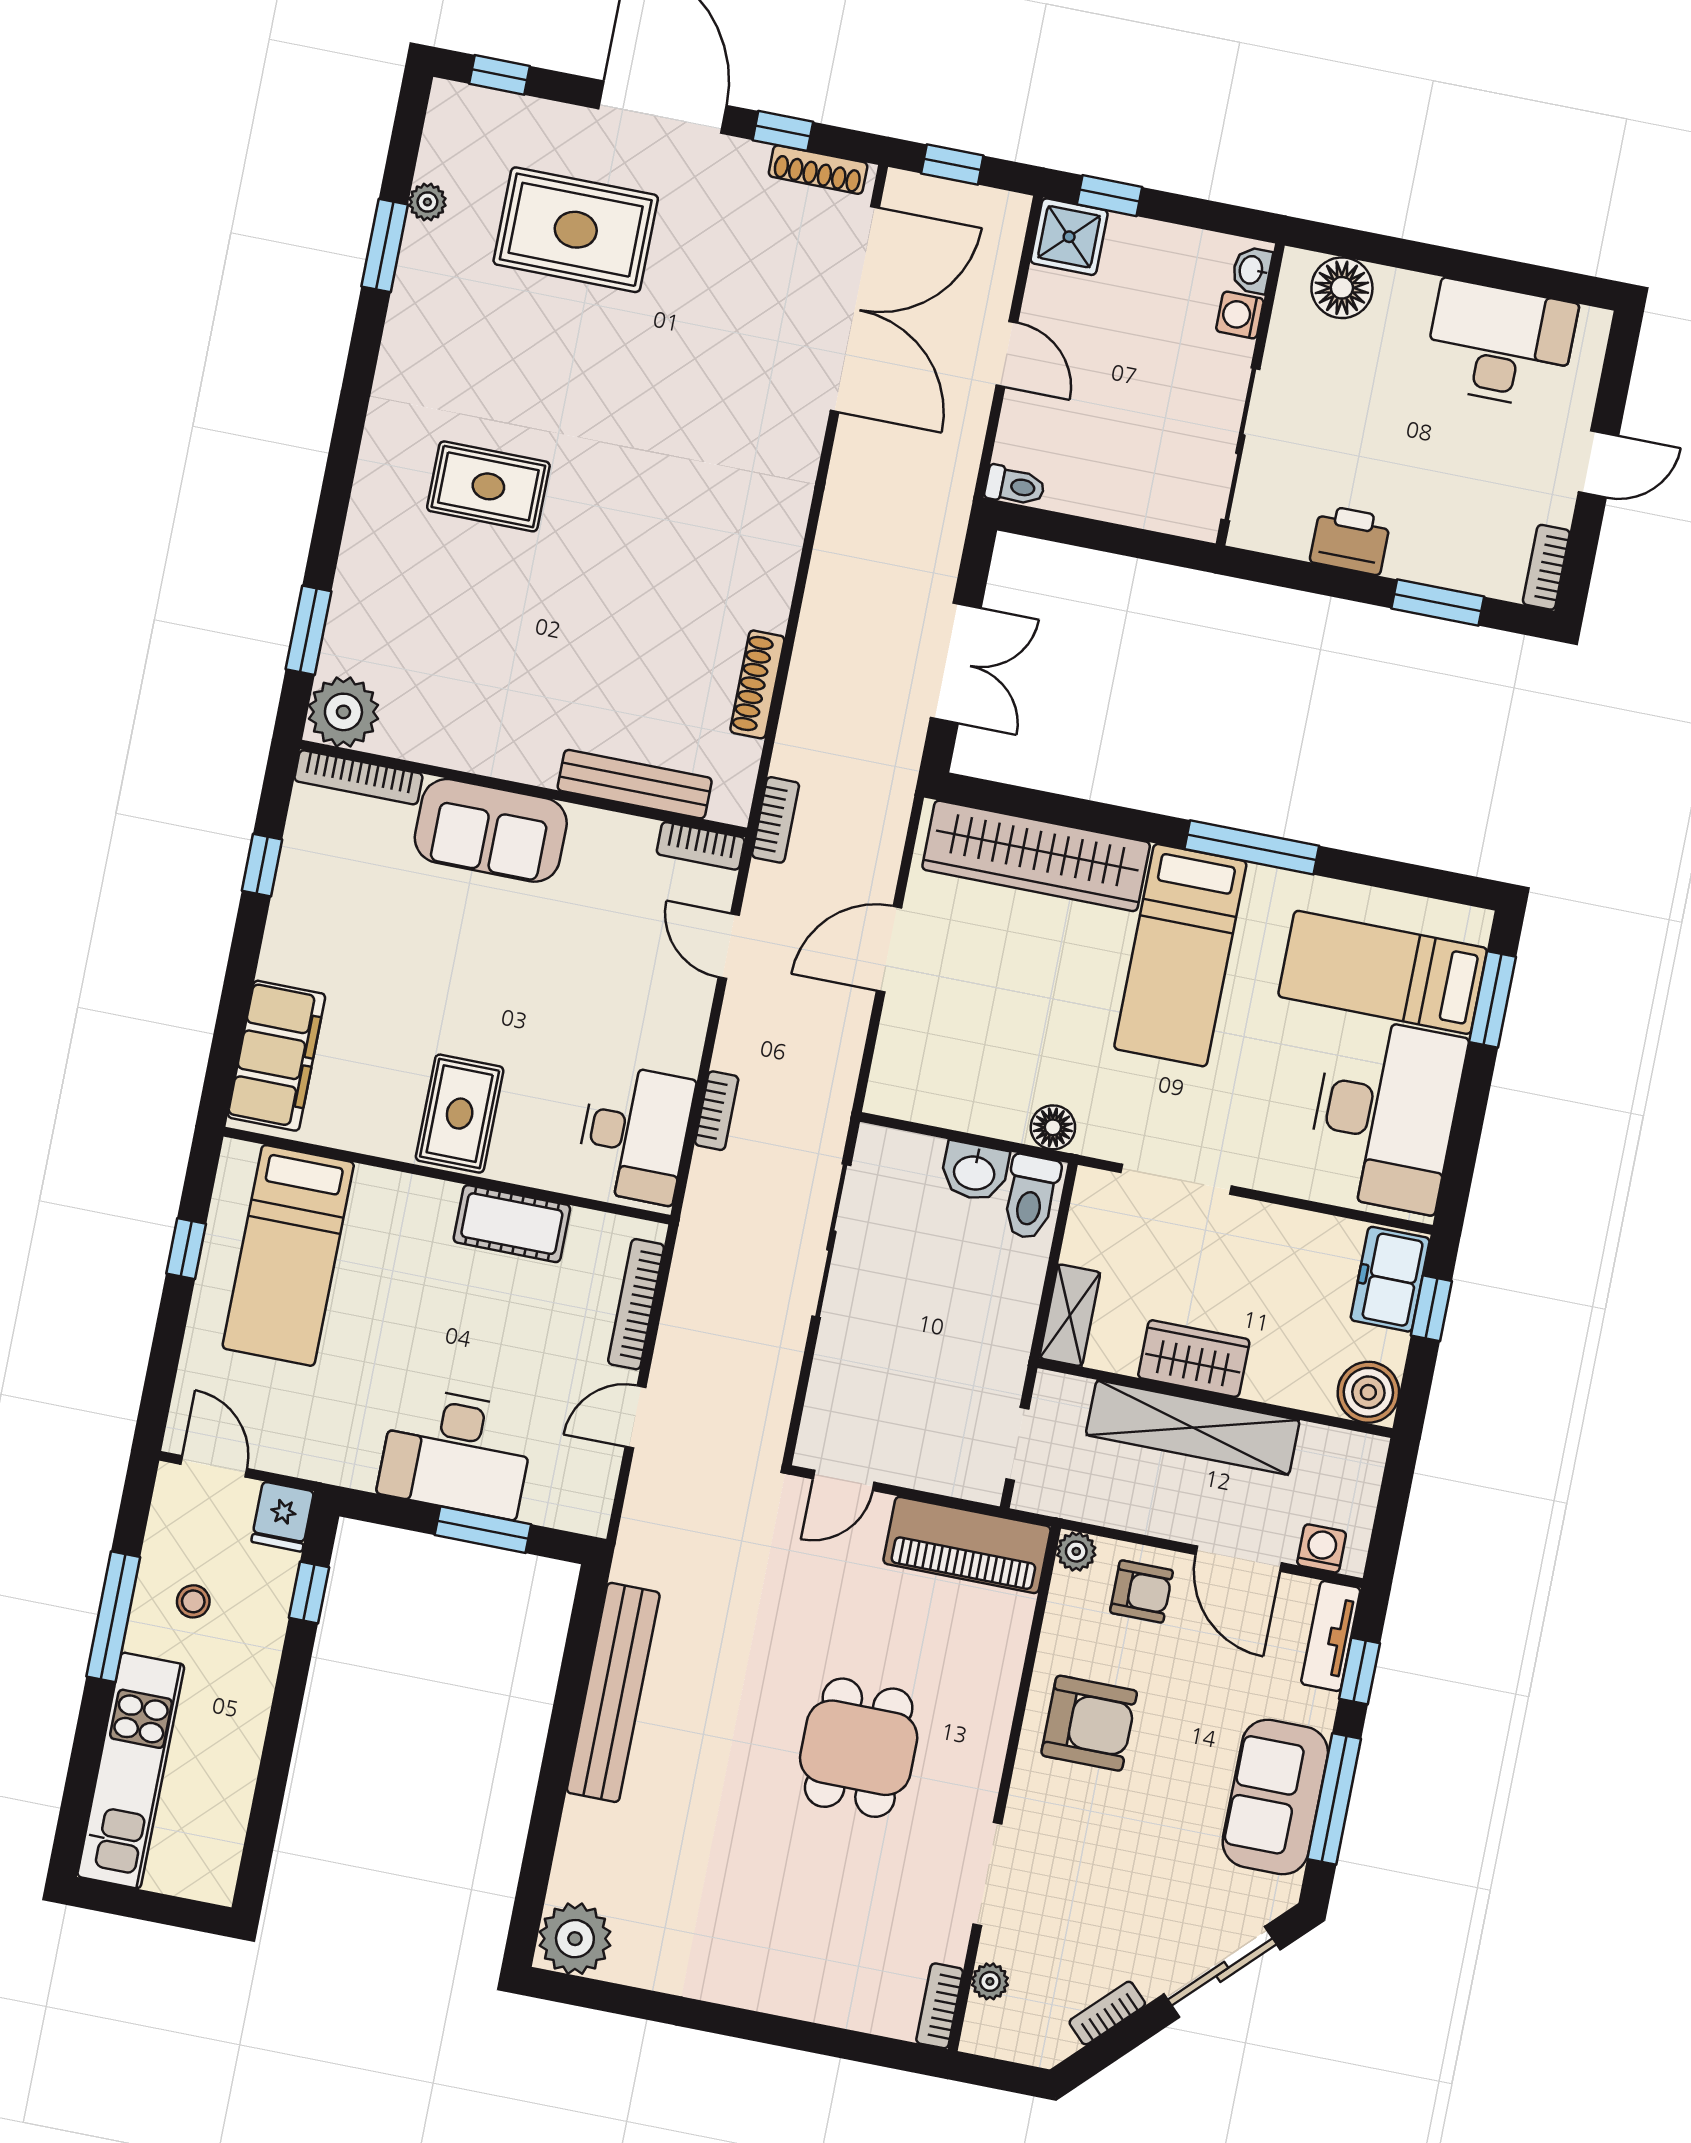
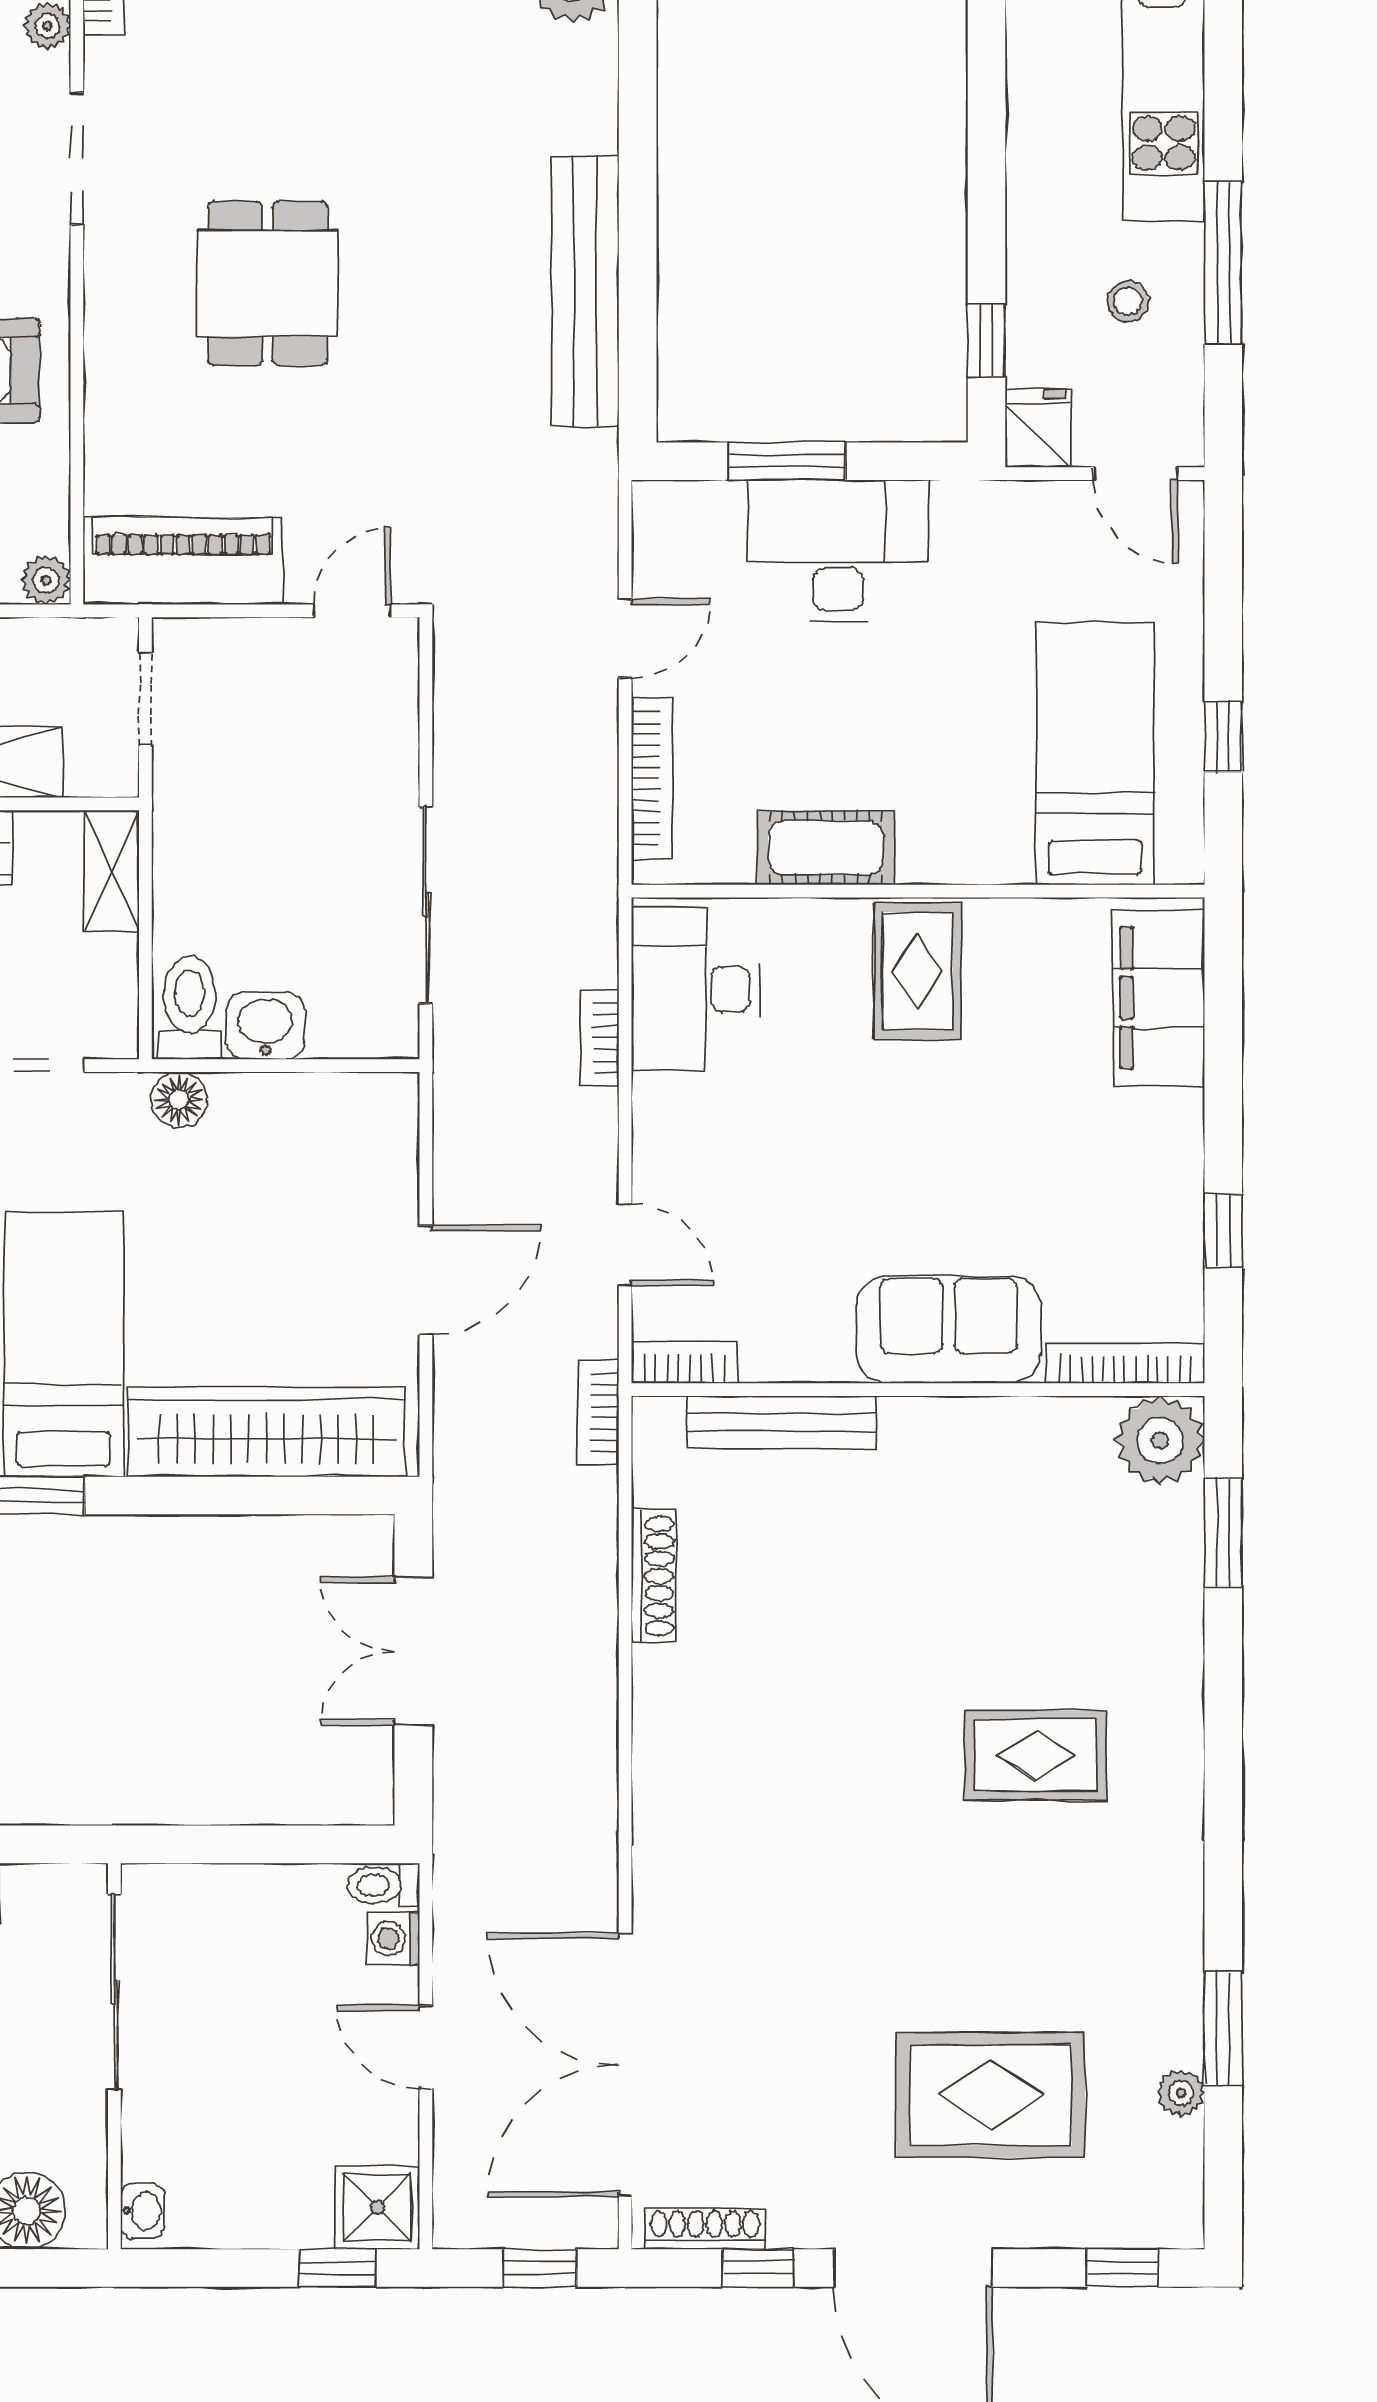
washing machine: (1240, 315) -> (393, 1938), moved, turned 180

